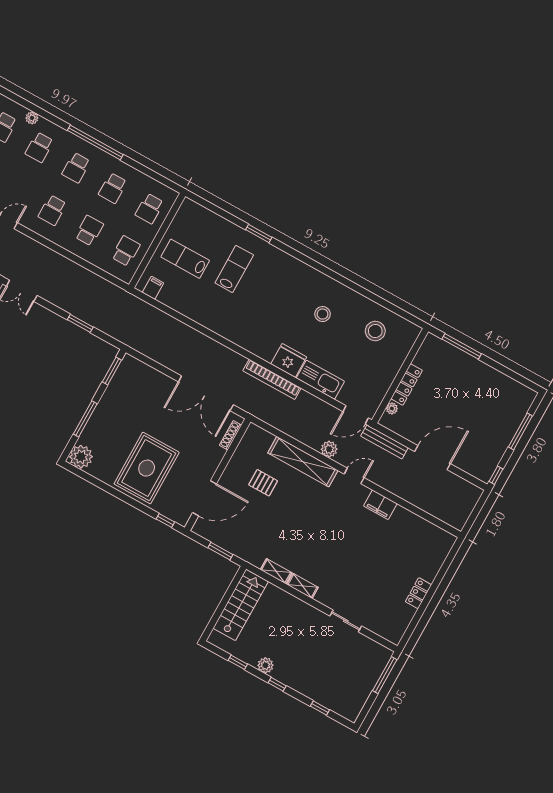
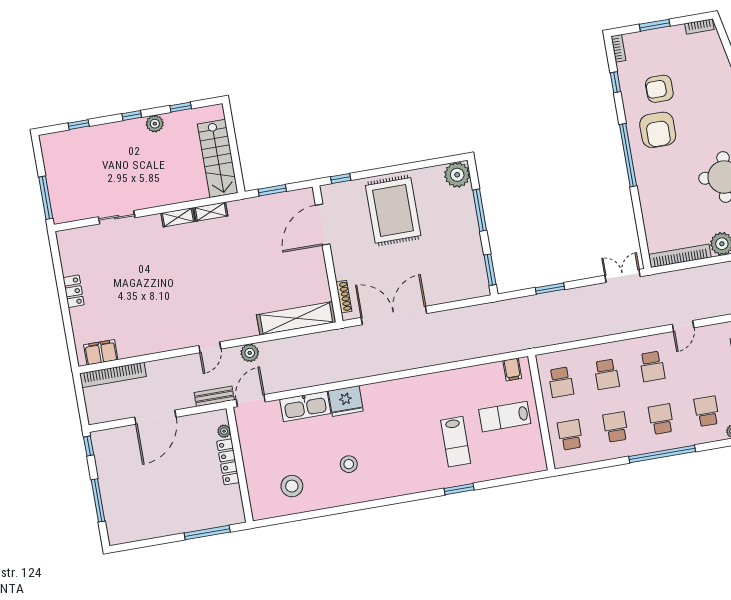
school desk: (52, 210) -> (652, 366), turned 180
lab bench: (185, 259) -> (505, 417), turned 180
bookcase: (272, 379) -> (113, 375), moved, turned 180
bench: (384, 442) -> (214, 396), width x0.73
shelving: (303, 462) -> (296, 318), moved
pallet: (263, 483) -> (283, 278), removed
filing cabinet: (380, 505) -> (101, 352), moved

